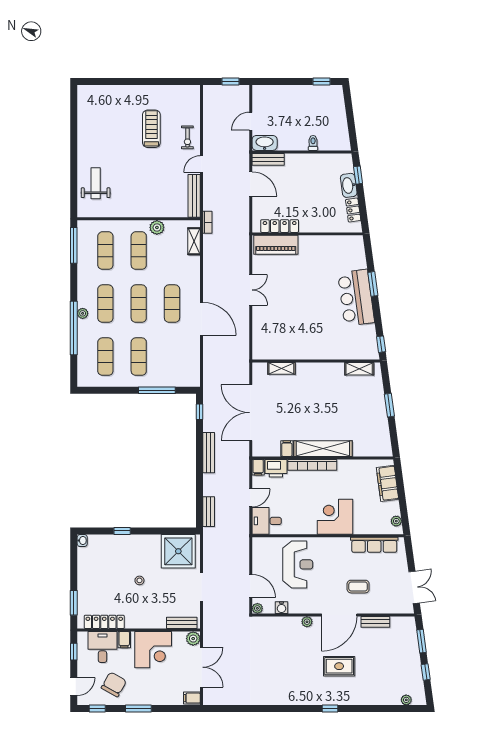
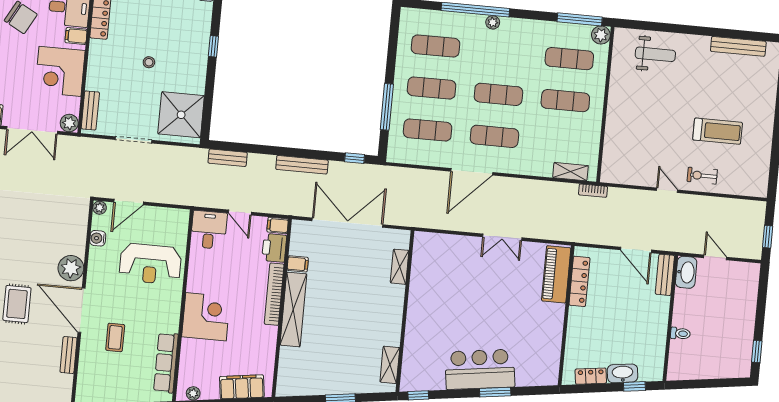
door: (251, 184) -> (636, 250), hinge flipped
bench: (194, 196) -> (738, 46), moved
plant: (157, 227) -> (601, 35), moved
exercise mat: (105, 304) -> (428, 130), moved
plant: (307, 622) -> (71, 268), width x1.88, depth x1.88

